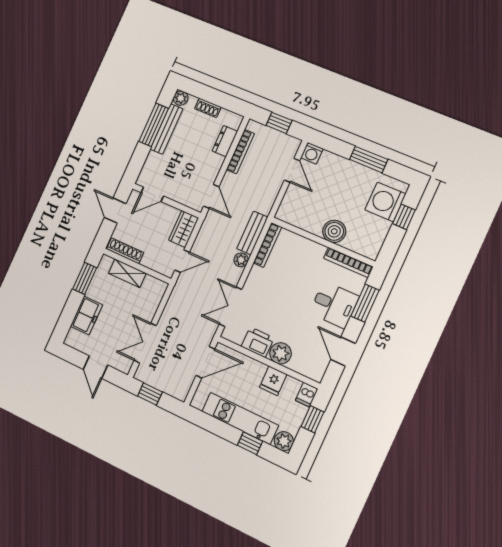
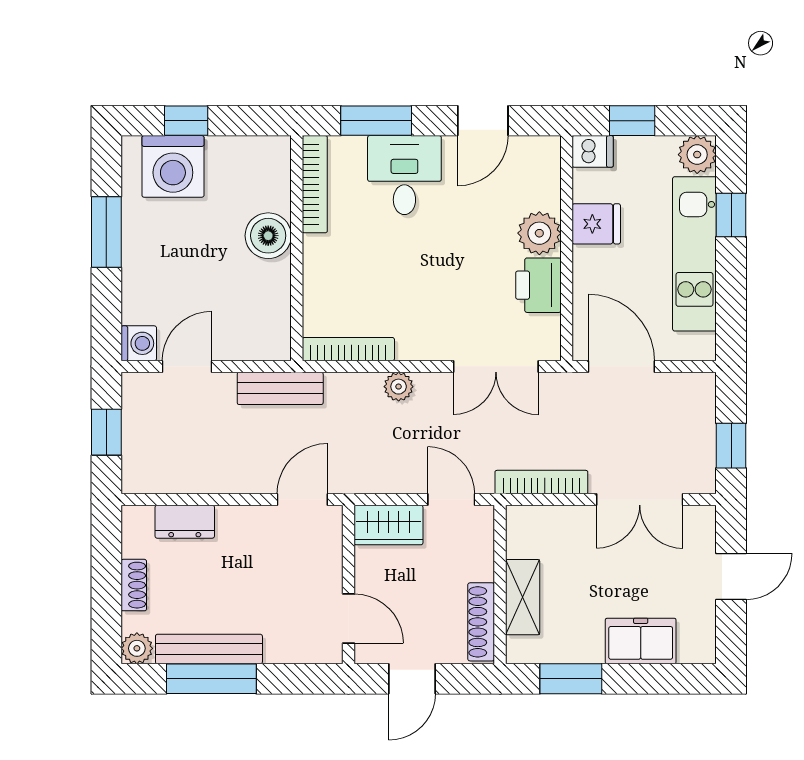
bookcase: (240, 152) -> (541, 482), moved
bench: (252, 233) -> (280, 388), moved

